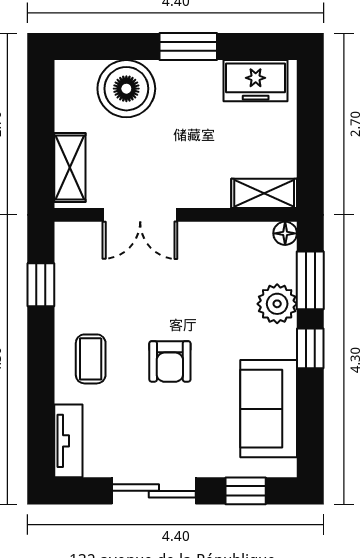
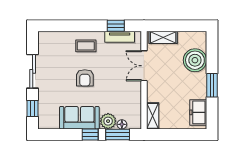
floor lamp: (285, 233) -> (122, 124), moved
armchair: (170, 361) -> (85, 78), turned -90
sofa: (269, 409) -> (79, 118), moved
tv unit: (68, 441) -> (120, 37), moved

